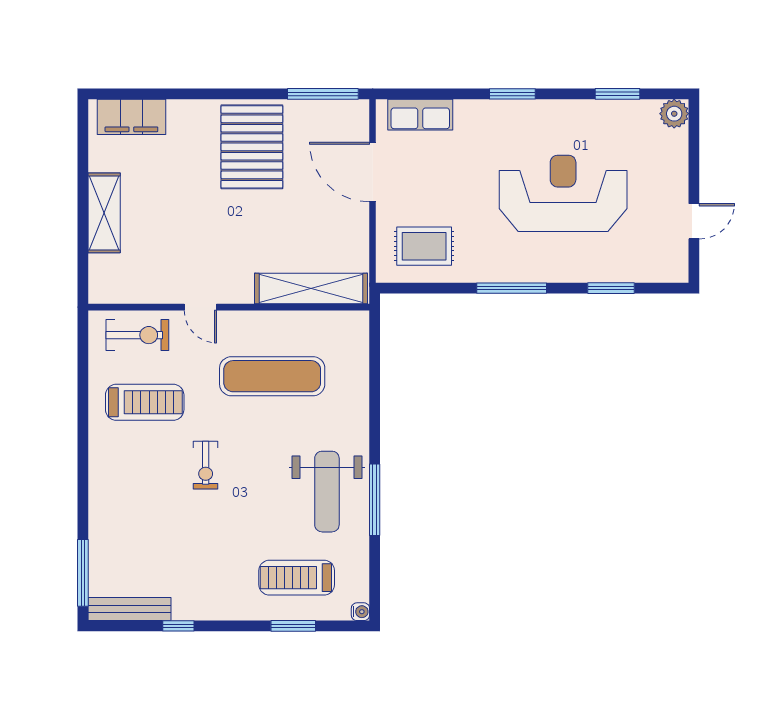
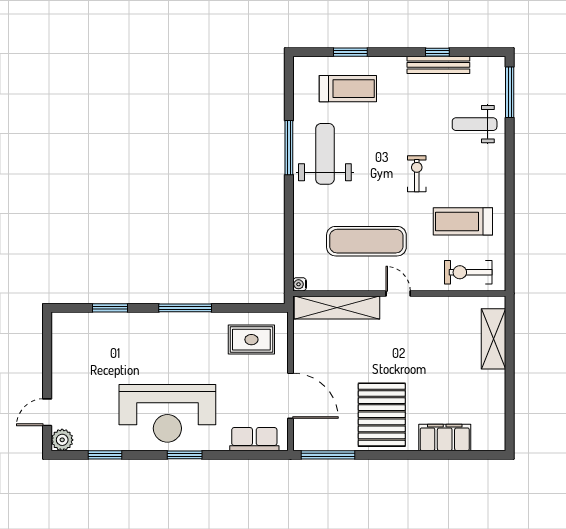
filing cabinet: (131, 117) -> (445, 437), moved
reception desk: (563, 193) -> (167, 413), moved
shelving: (104, 213) -> (494, 339), moved
door: (694, 221) -> (47, 412), moved
door: (200, 307) -> (398, 293), moved
weight bench: (129, 531) -> (475, 124), added
bench: (129, 609) -> (438, 65), moved
water cooler: (360, 612) -> (300, 284), moved

